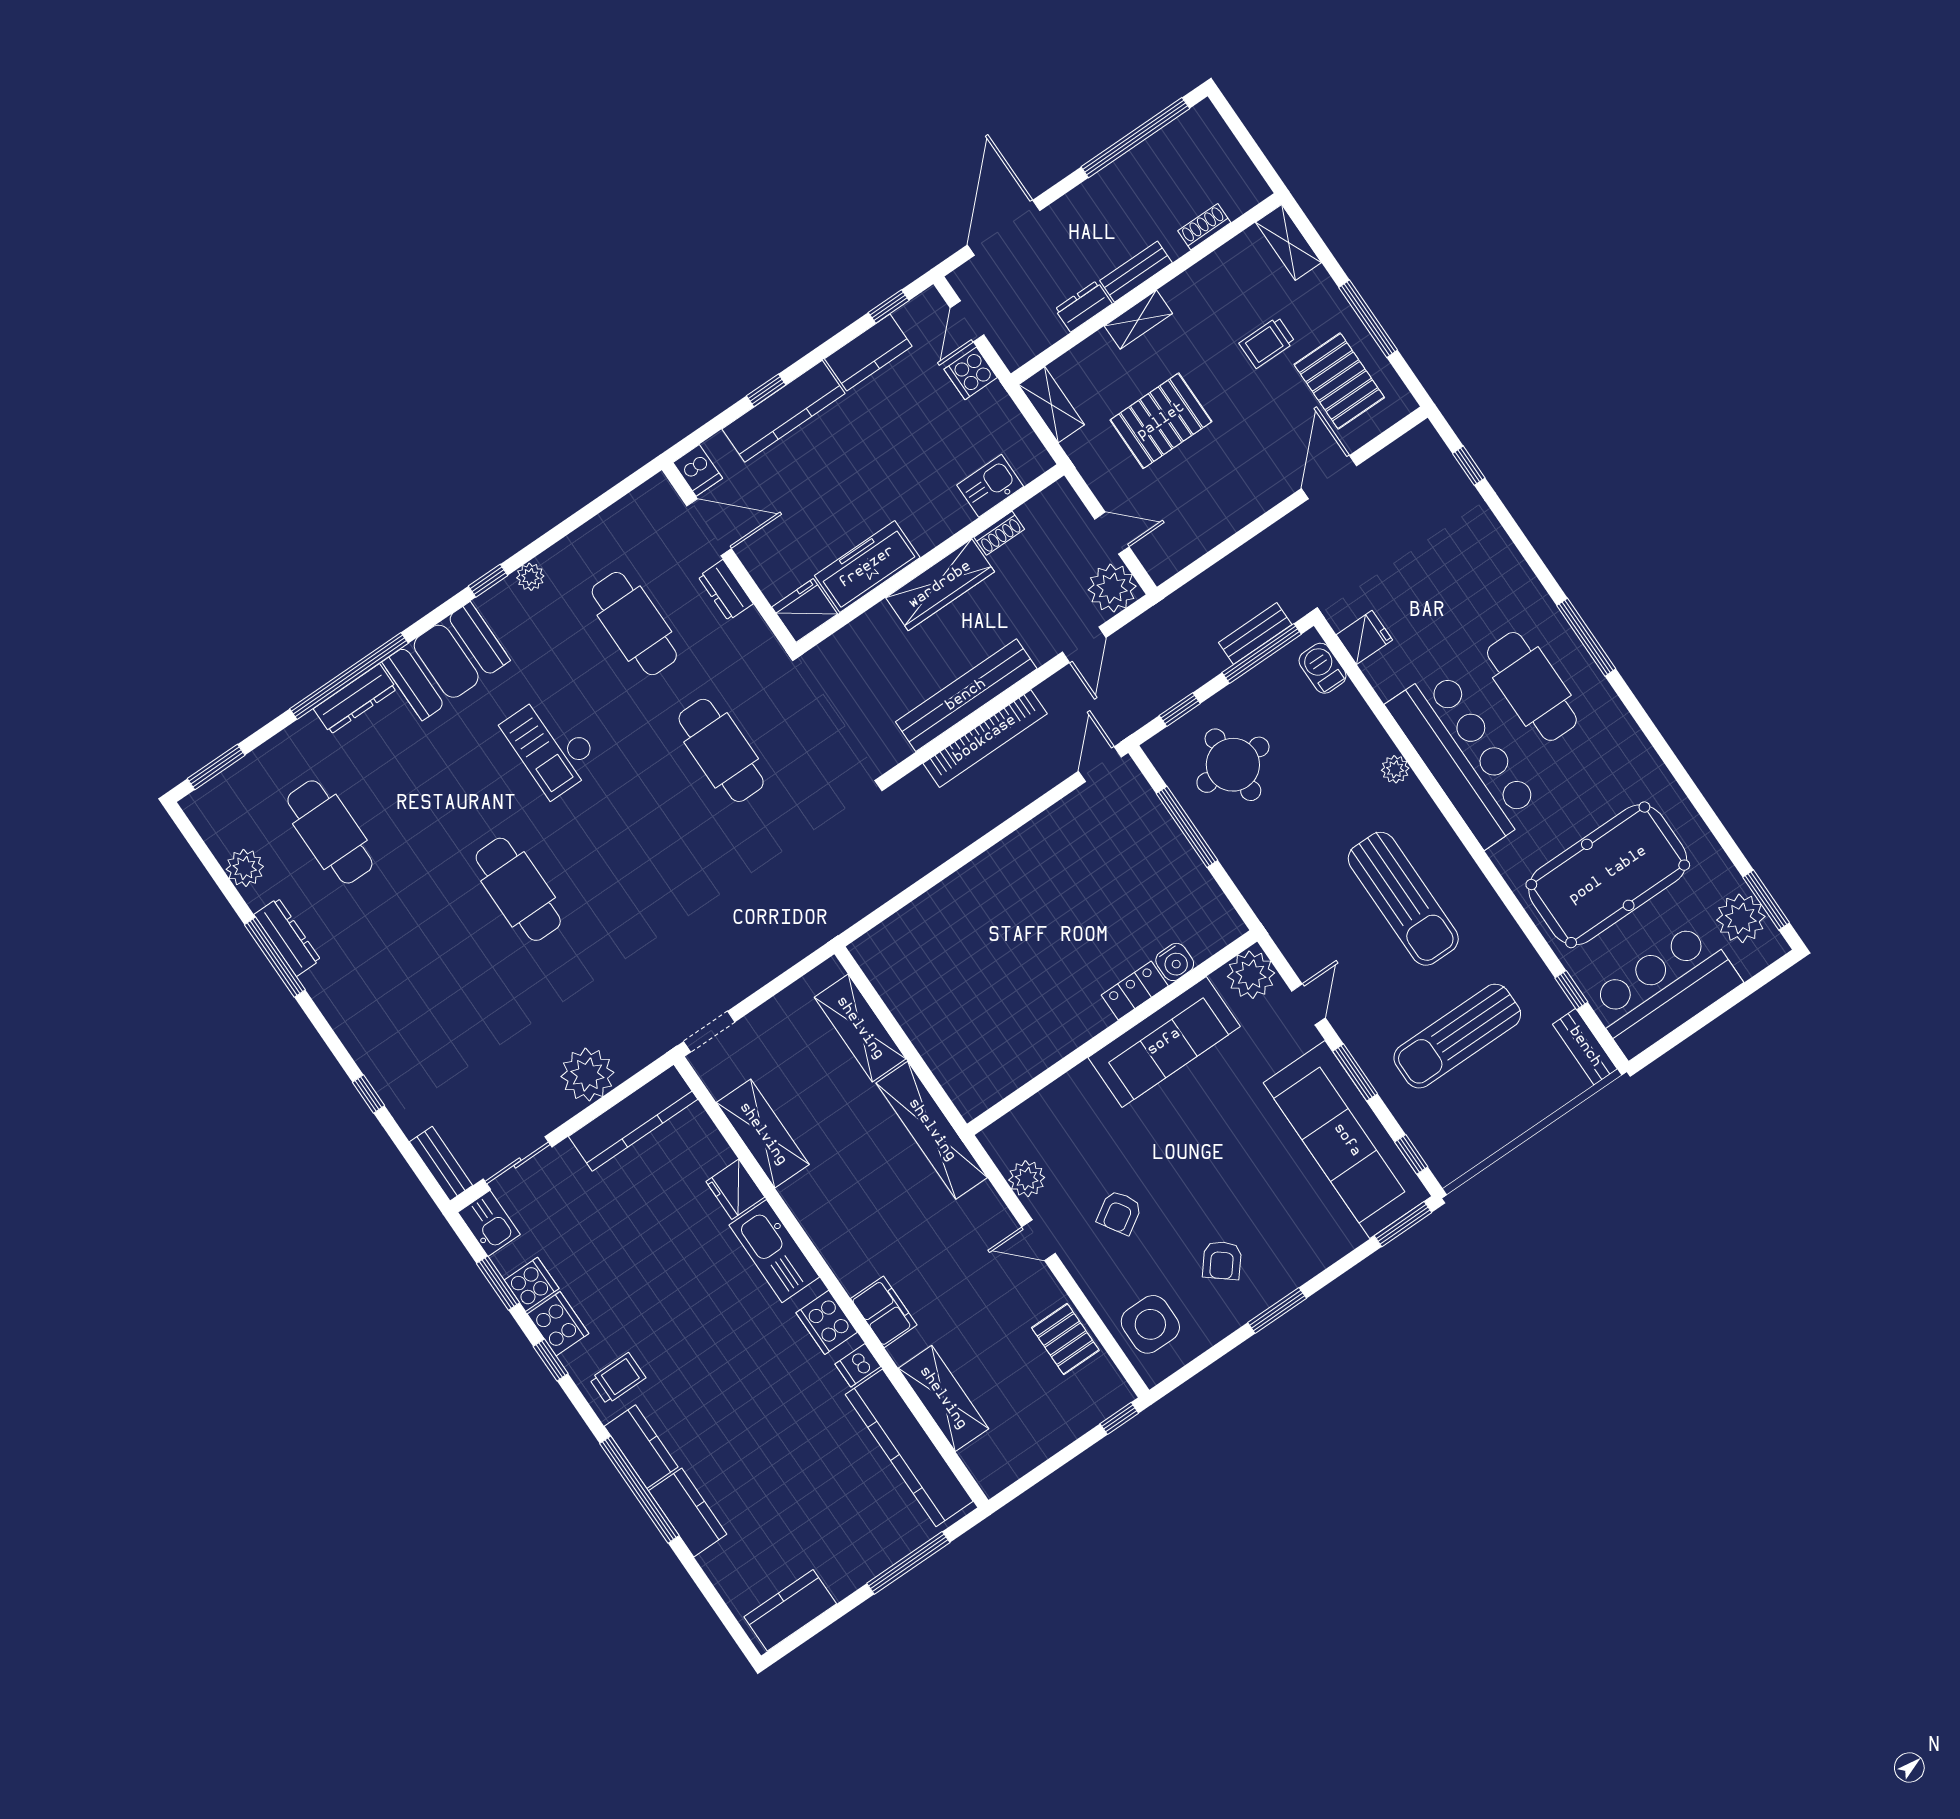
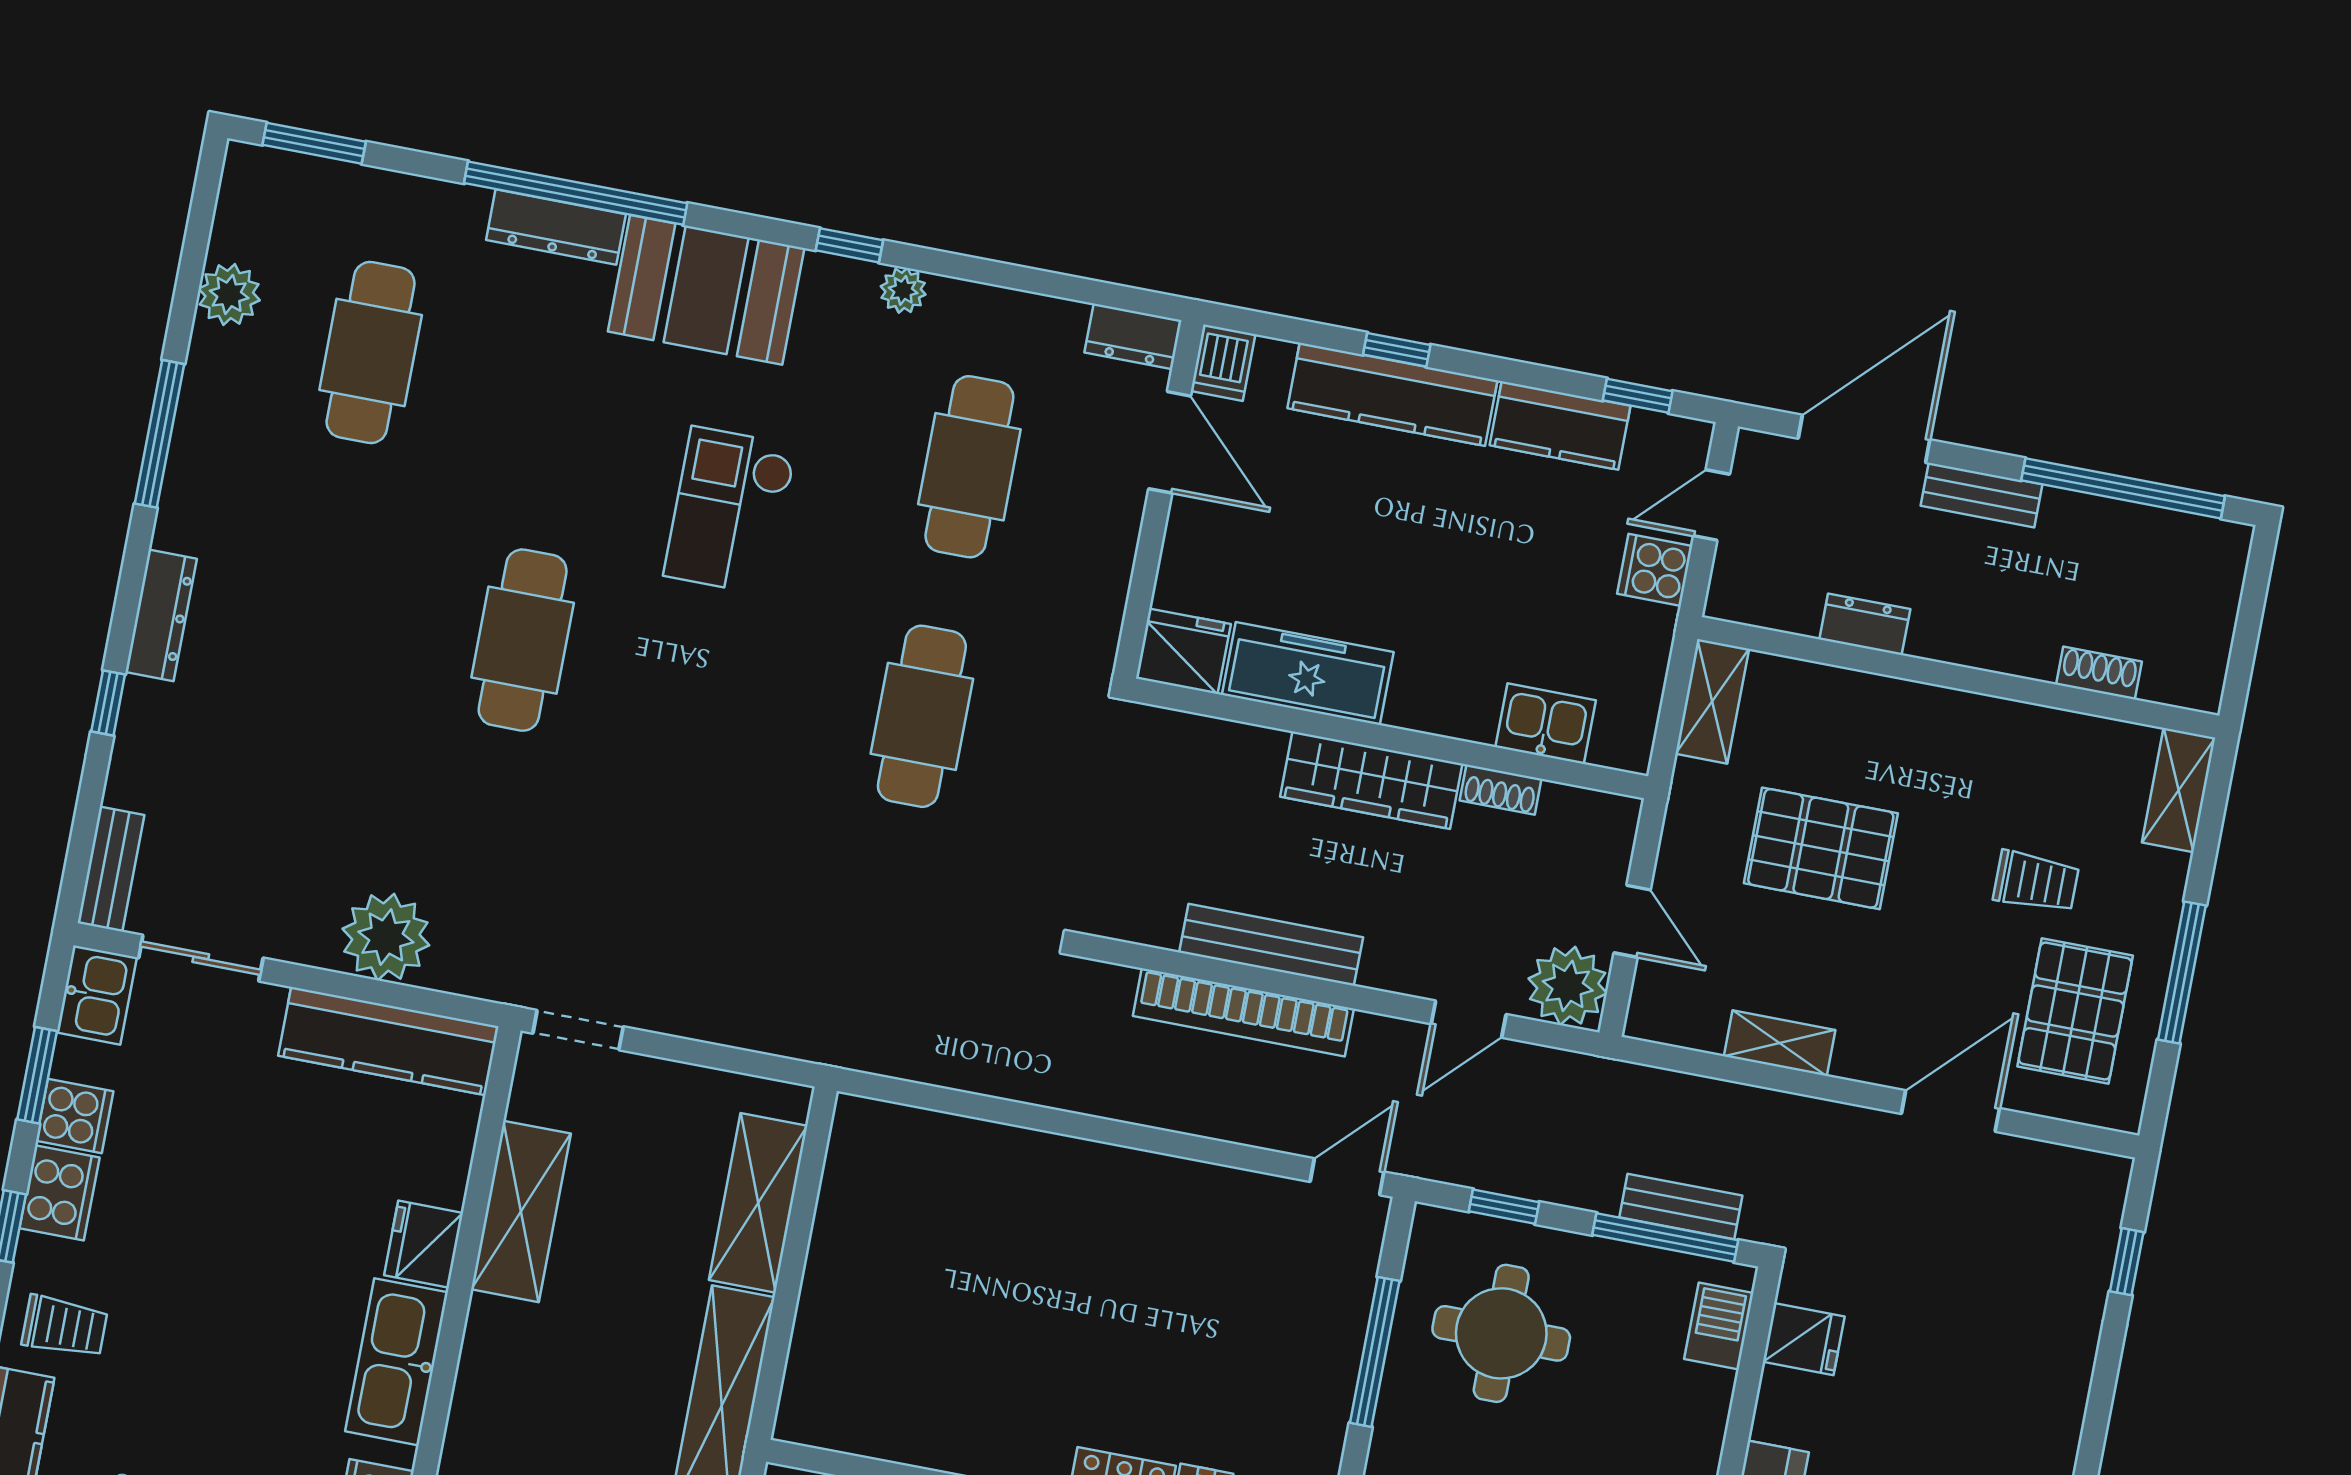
bench: (1136, 272) -> (1981, 495), moved
shelving: (1138, 320) -> (1780, 1043), moved
trolley: (1267, 343) -> (2036, 882), turned 180
dresser: (726, 590) -> (1133, 336), moved, turned -90
bench: (966, 695) -> (1271, 945), width x0.73, depth x0.82
dresser: (287, 937) -> (161, 615), moved

